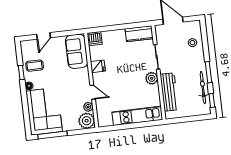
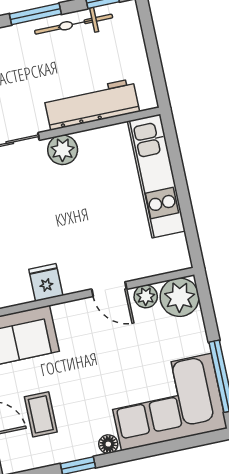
coffee table: (35, 66) -> (41, 414), moved
door: (93, 92) -> (109, 289), swing flipped

